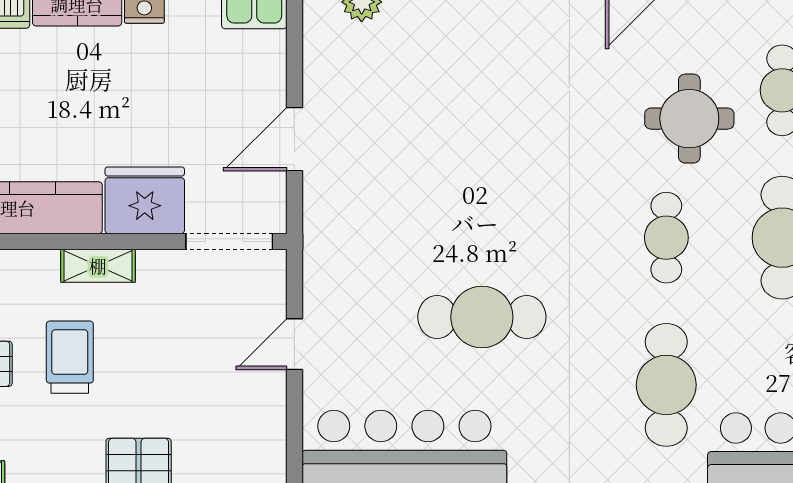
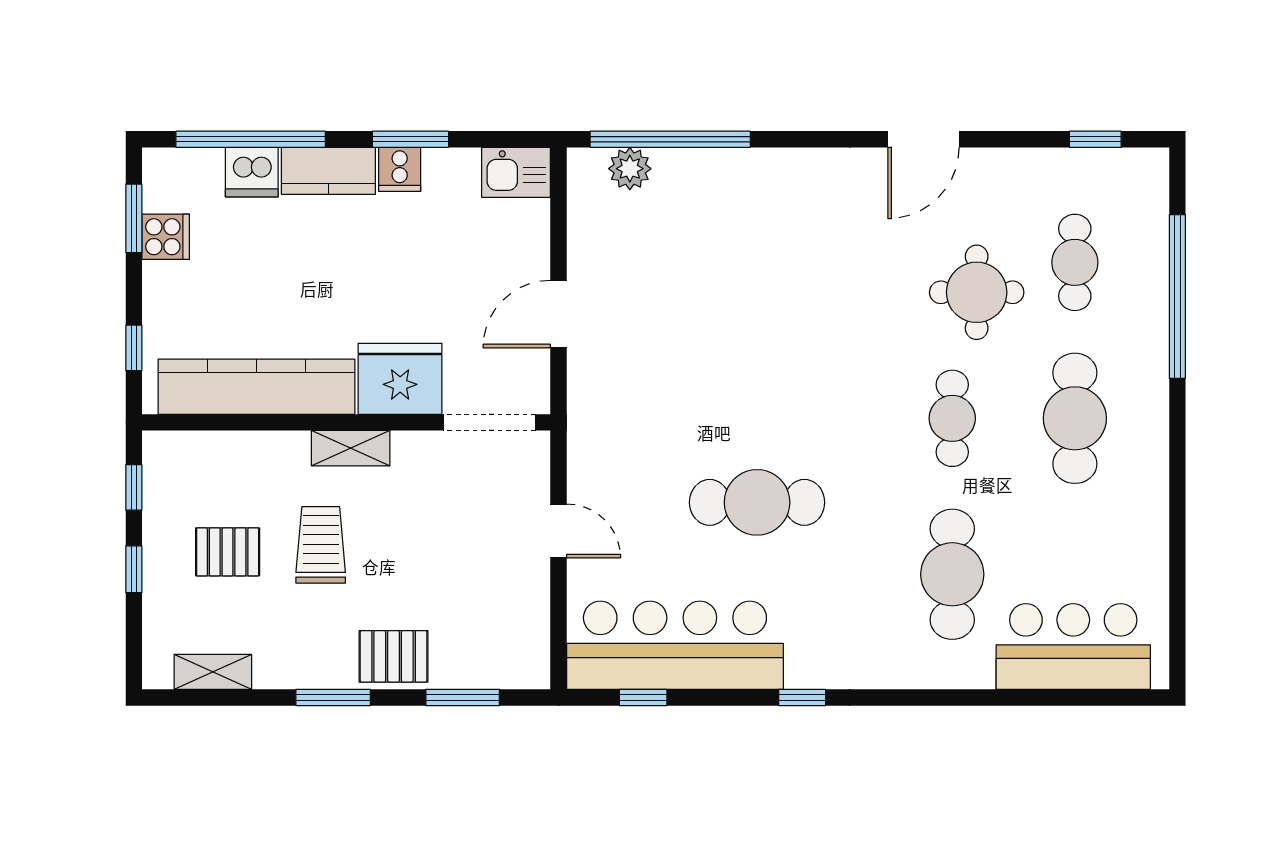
door: (294, 344) -> (559, 531), swing flipped

